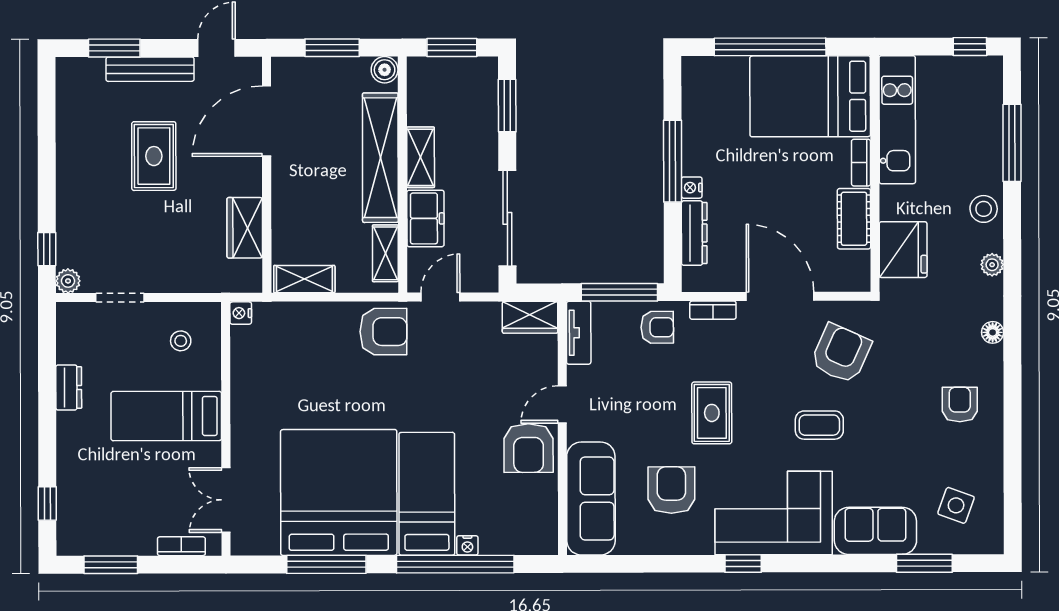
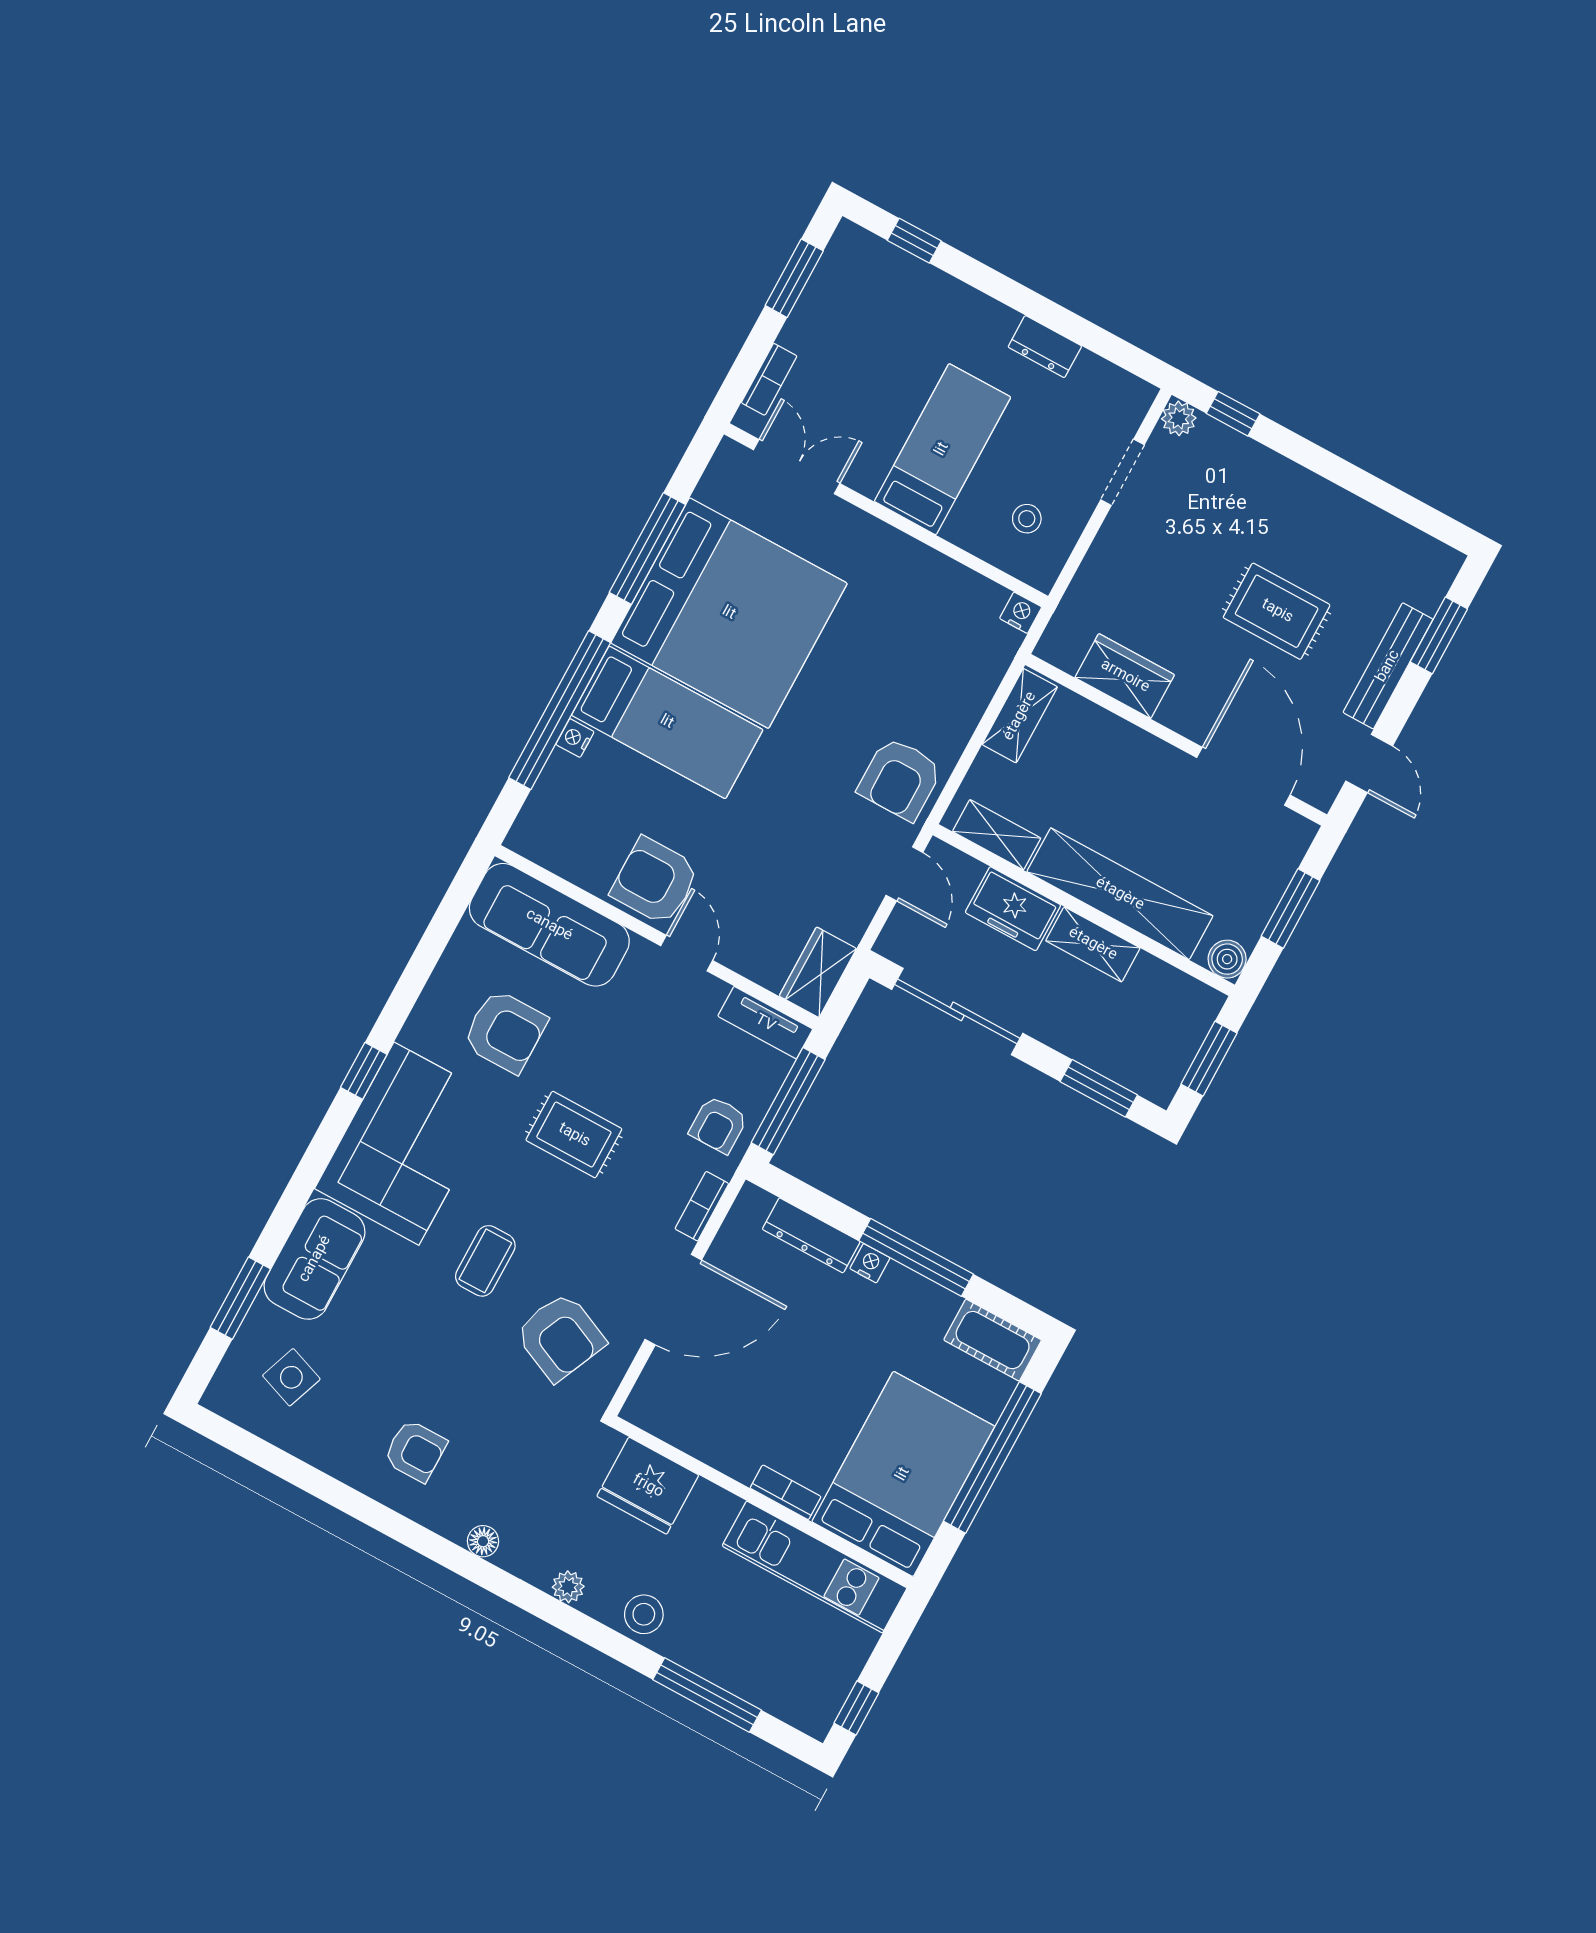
cot: (854, 219) -> (993, 1340), moved

